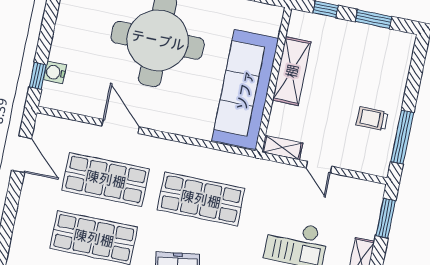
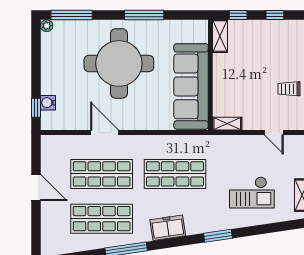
window: (374, 19) -> (275, 15), width x0.67
shelving: (292, 71) -> (220, 36), moved, width x0.67, depth x0.75
door: (22, 154) -> (36, 188), moved
door: (319, 167) -> (274, 133), moved

